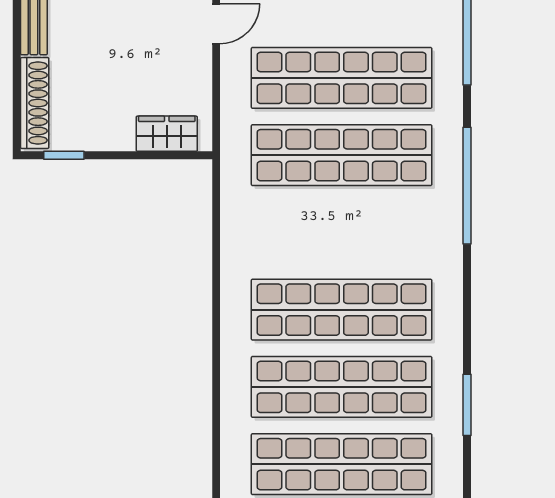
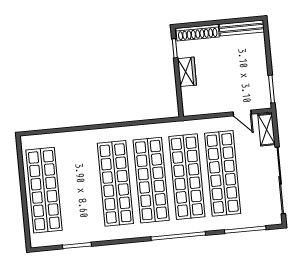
wardrobe: (167, 134) -> (187, 72), moved
shop shelf: (342, 387) -> (151, 180), moved

